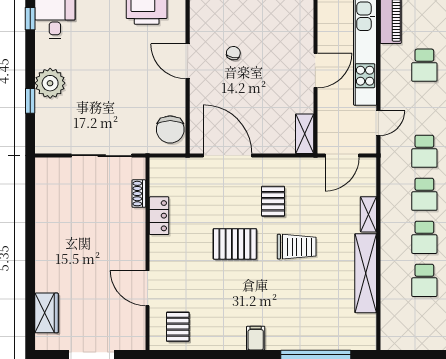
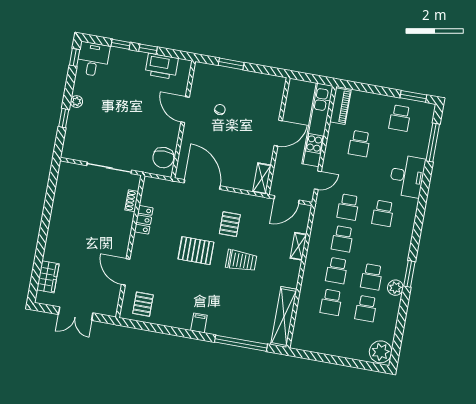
plant: (50, 83) -> (76, 102), width x0.53, depth x0.53
shelving: (366, 273) -> (284, 317), moved

